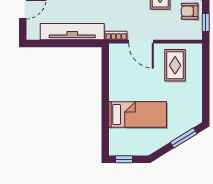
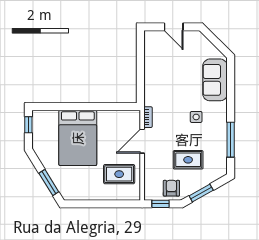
tv unit: (72, 32) -> (152, 75), removed
bed: (138, 115) -> (78, 138), width x1.50

